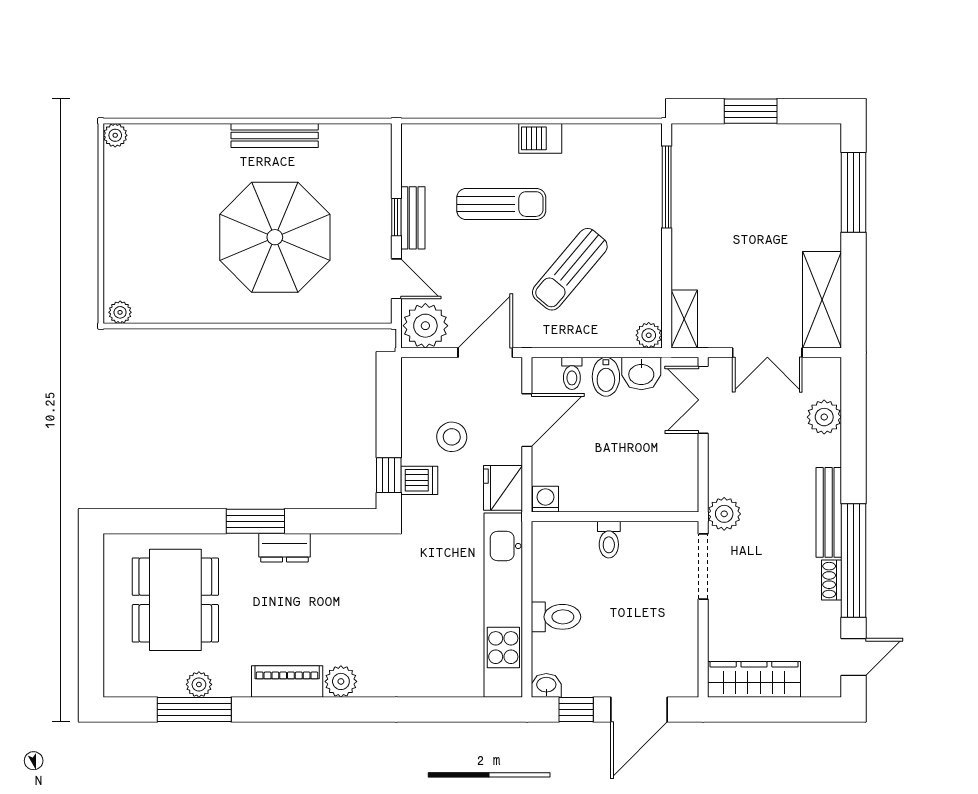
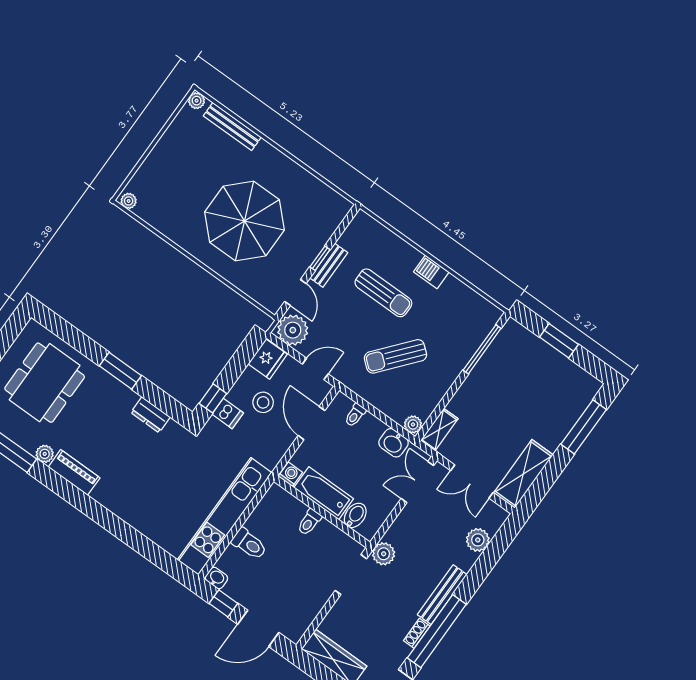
bench: (275, 135) -> (232, 127), moved
door: (485, 353) -> (315, 369), width x0.73
bidet: (606, 377) -> (355, 515), moved, turned 180
door: (527, 420) -> (312, 423), swing flipped
fridge: (503, 488) -> (268, 359), moved, turned 180
bathtub: (601, 493) -> (324, 493), added
dresser: (284, 548) -> (150, 415), moved
plant: (341, 681) -> (104, 494), removed
plant: (199, 684) -> (45, 454), moved

